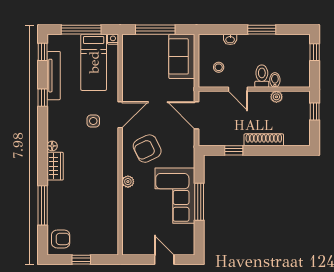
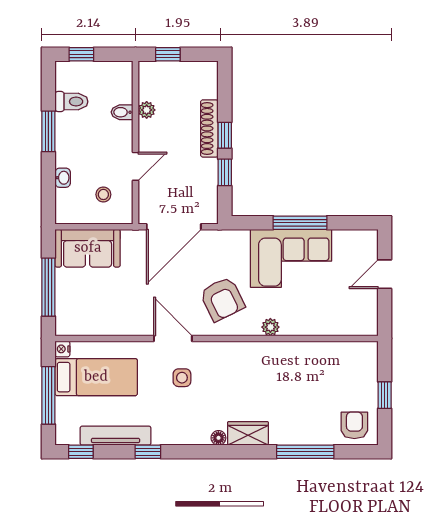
toilet: (262, 76) -> (71, 102), moved, turned 180
door: (197, 115) -> (174, 227), width x1.36
window: (259, 150) -> (225, 135), added

